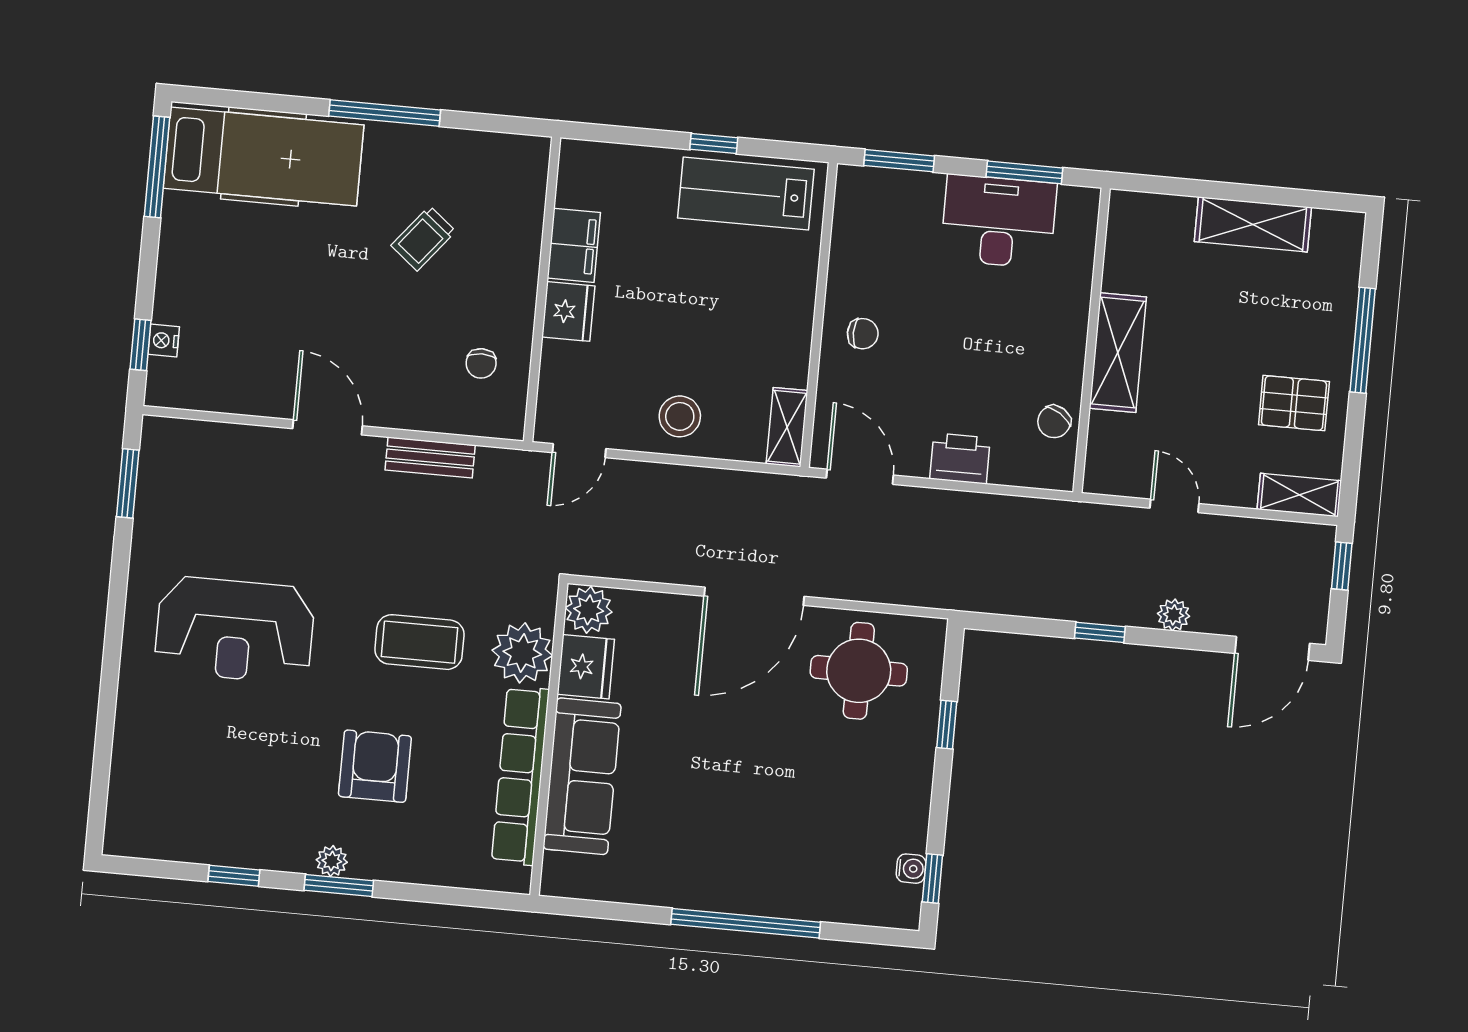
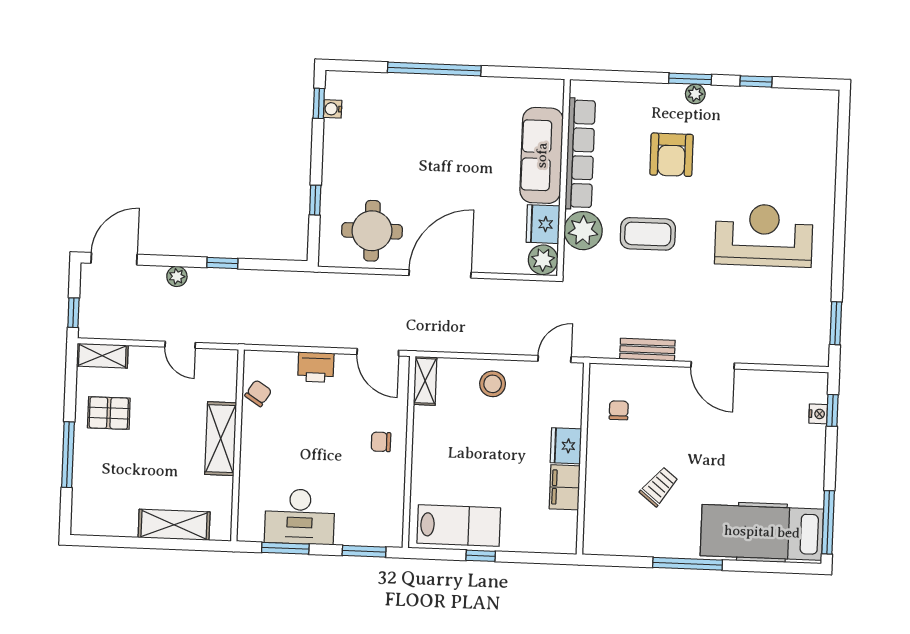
shelving: (1253, 224) -> (174, 525), moved

